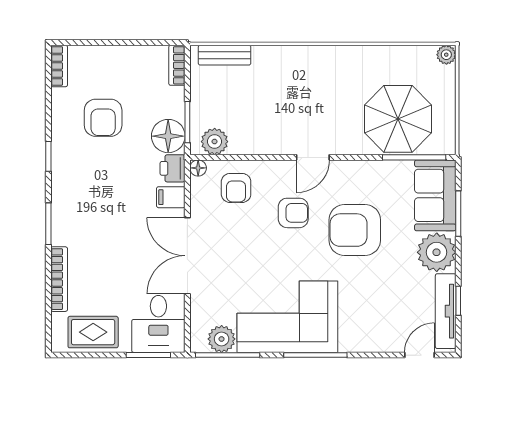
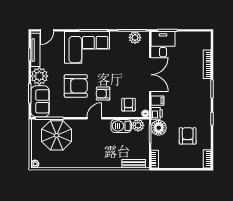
barbecue: (253, 140) -> (121, 126), added
corner sofa: (287, 317) -> (87, 47), moved
rug: (93, 332) -> (192, 41), removed

